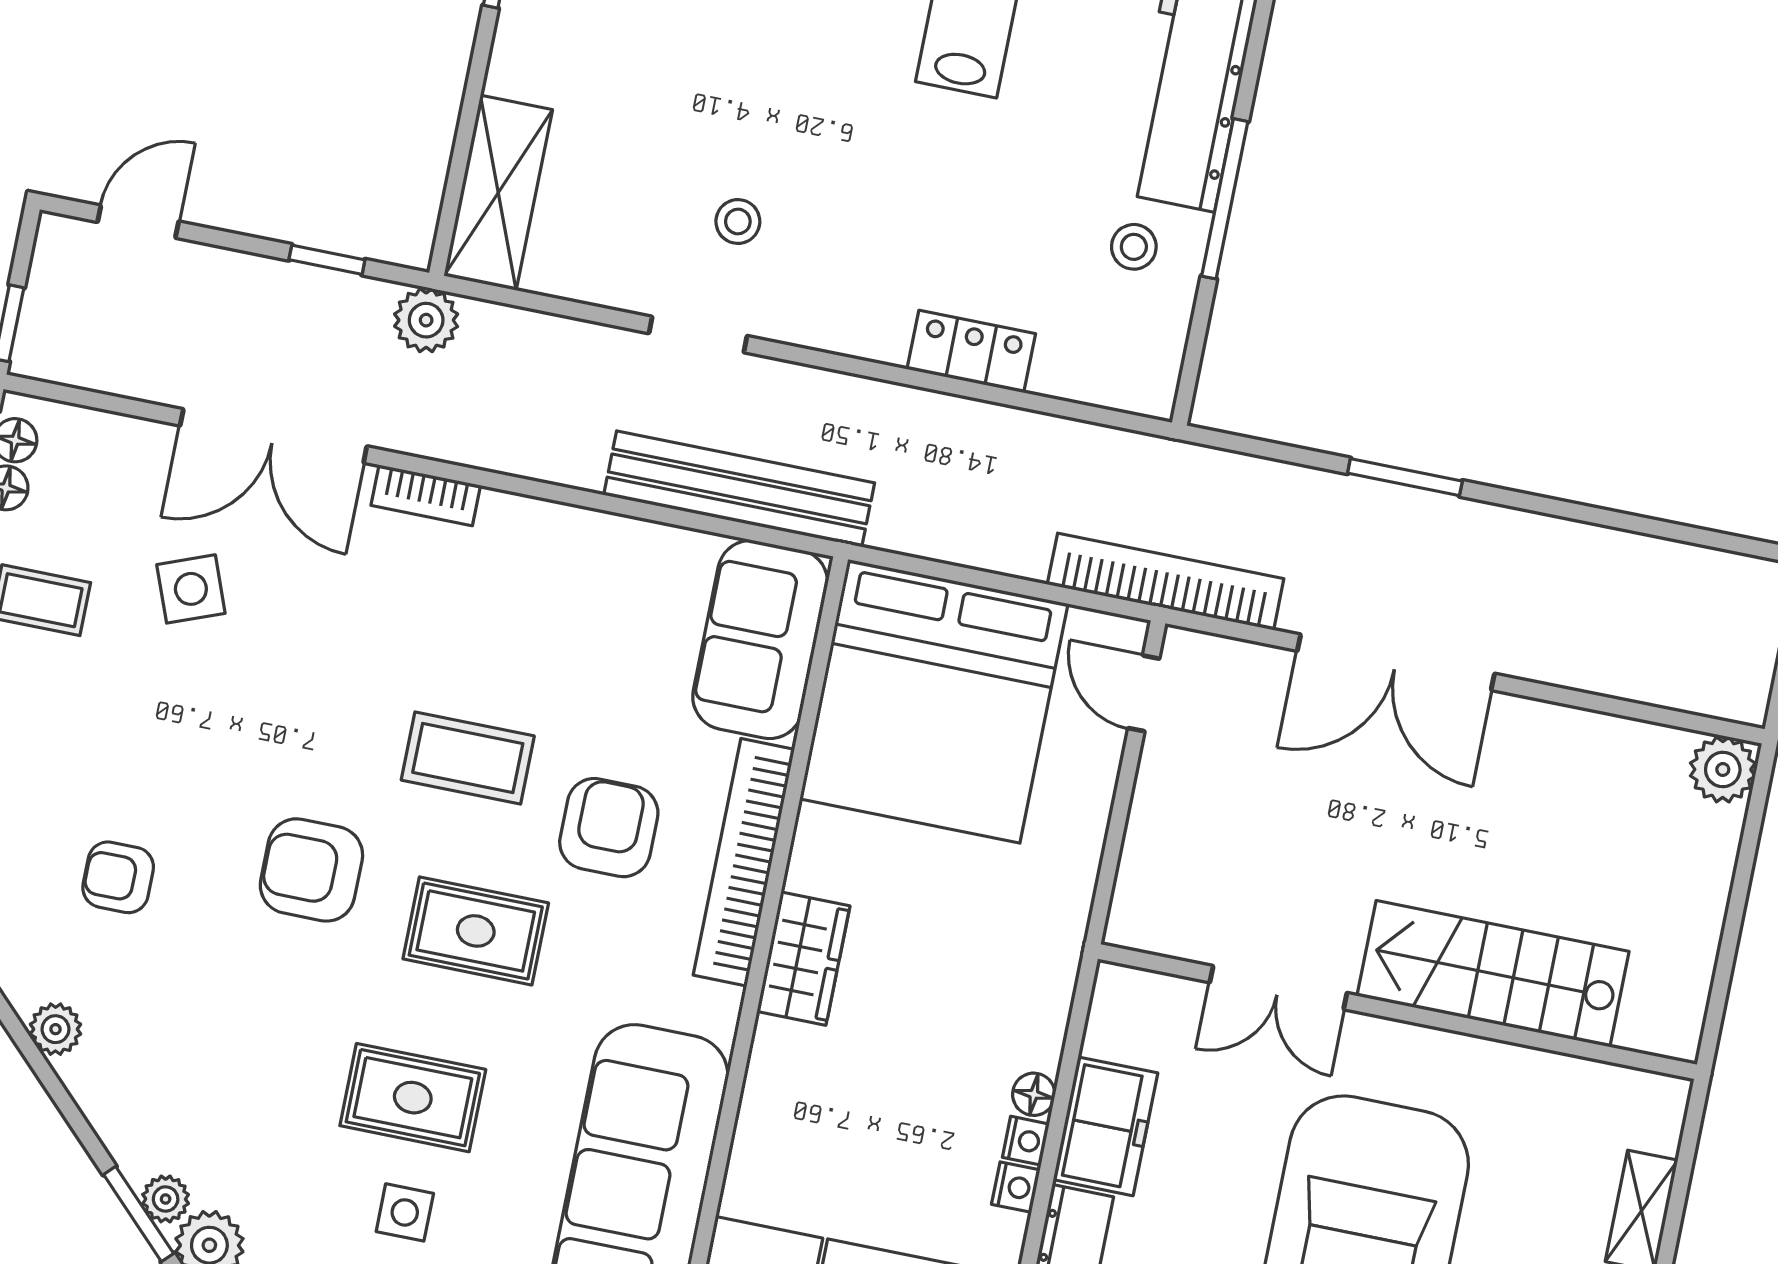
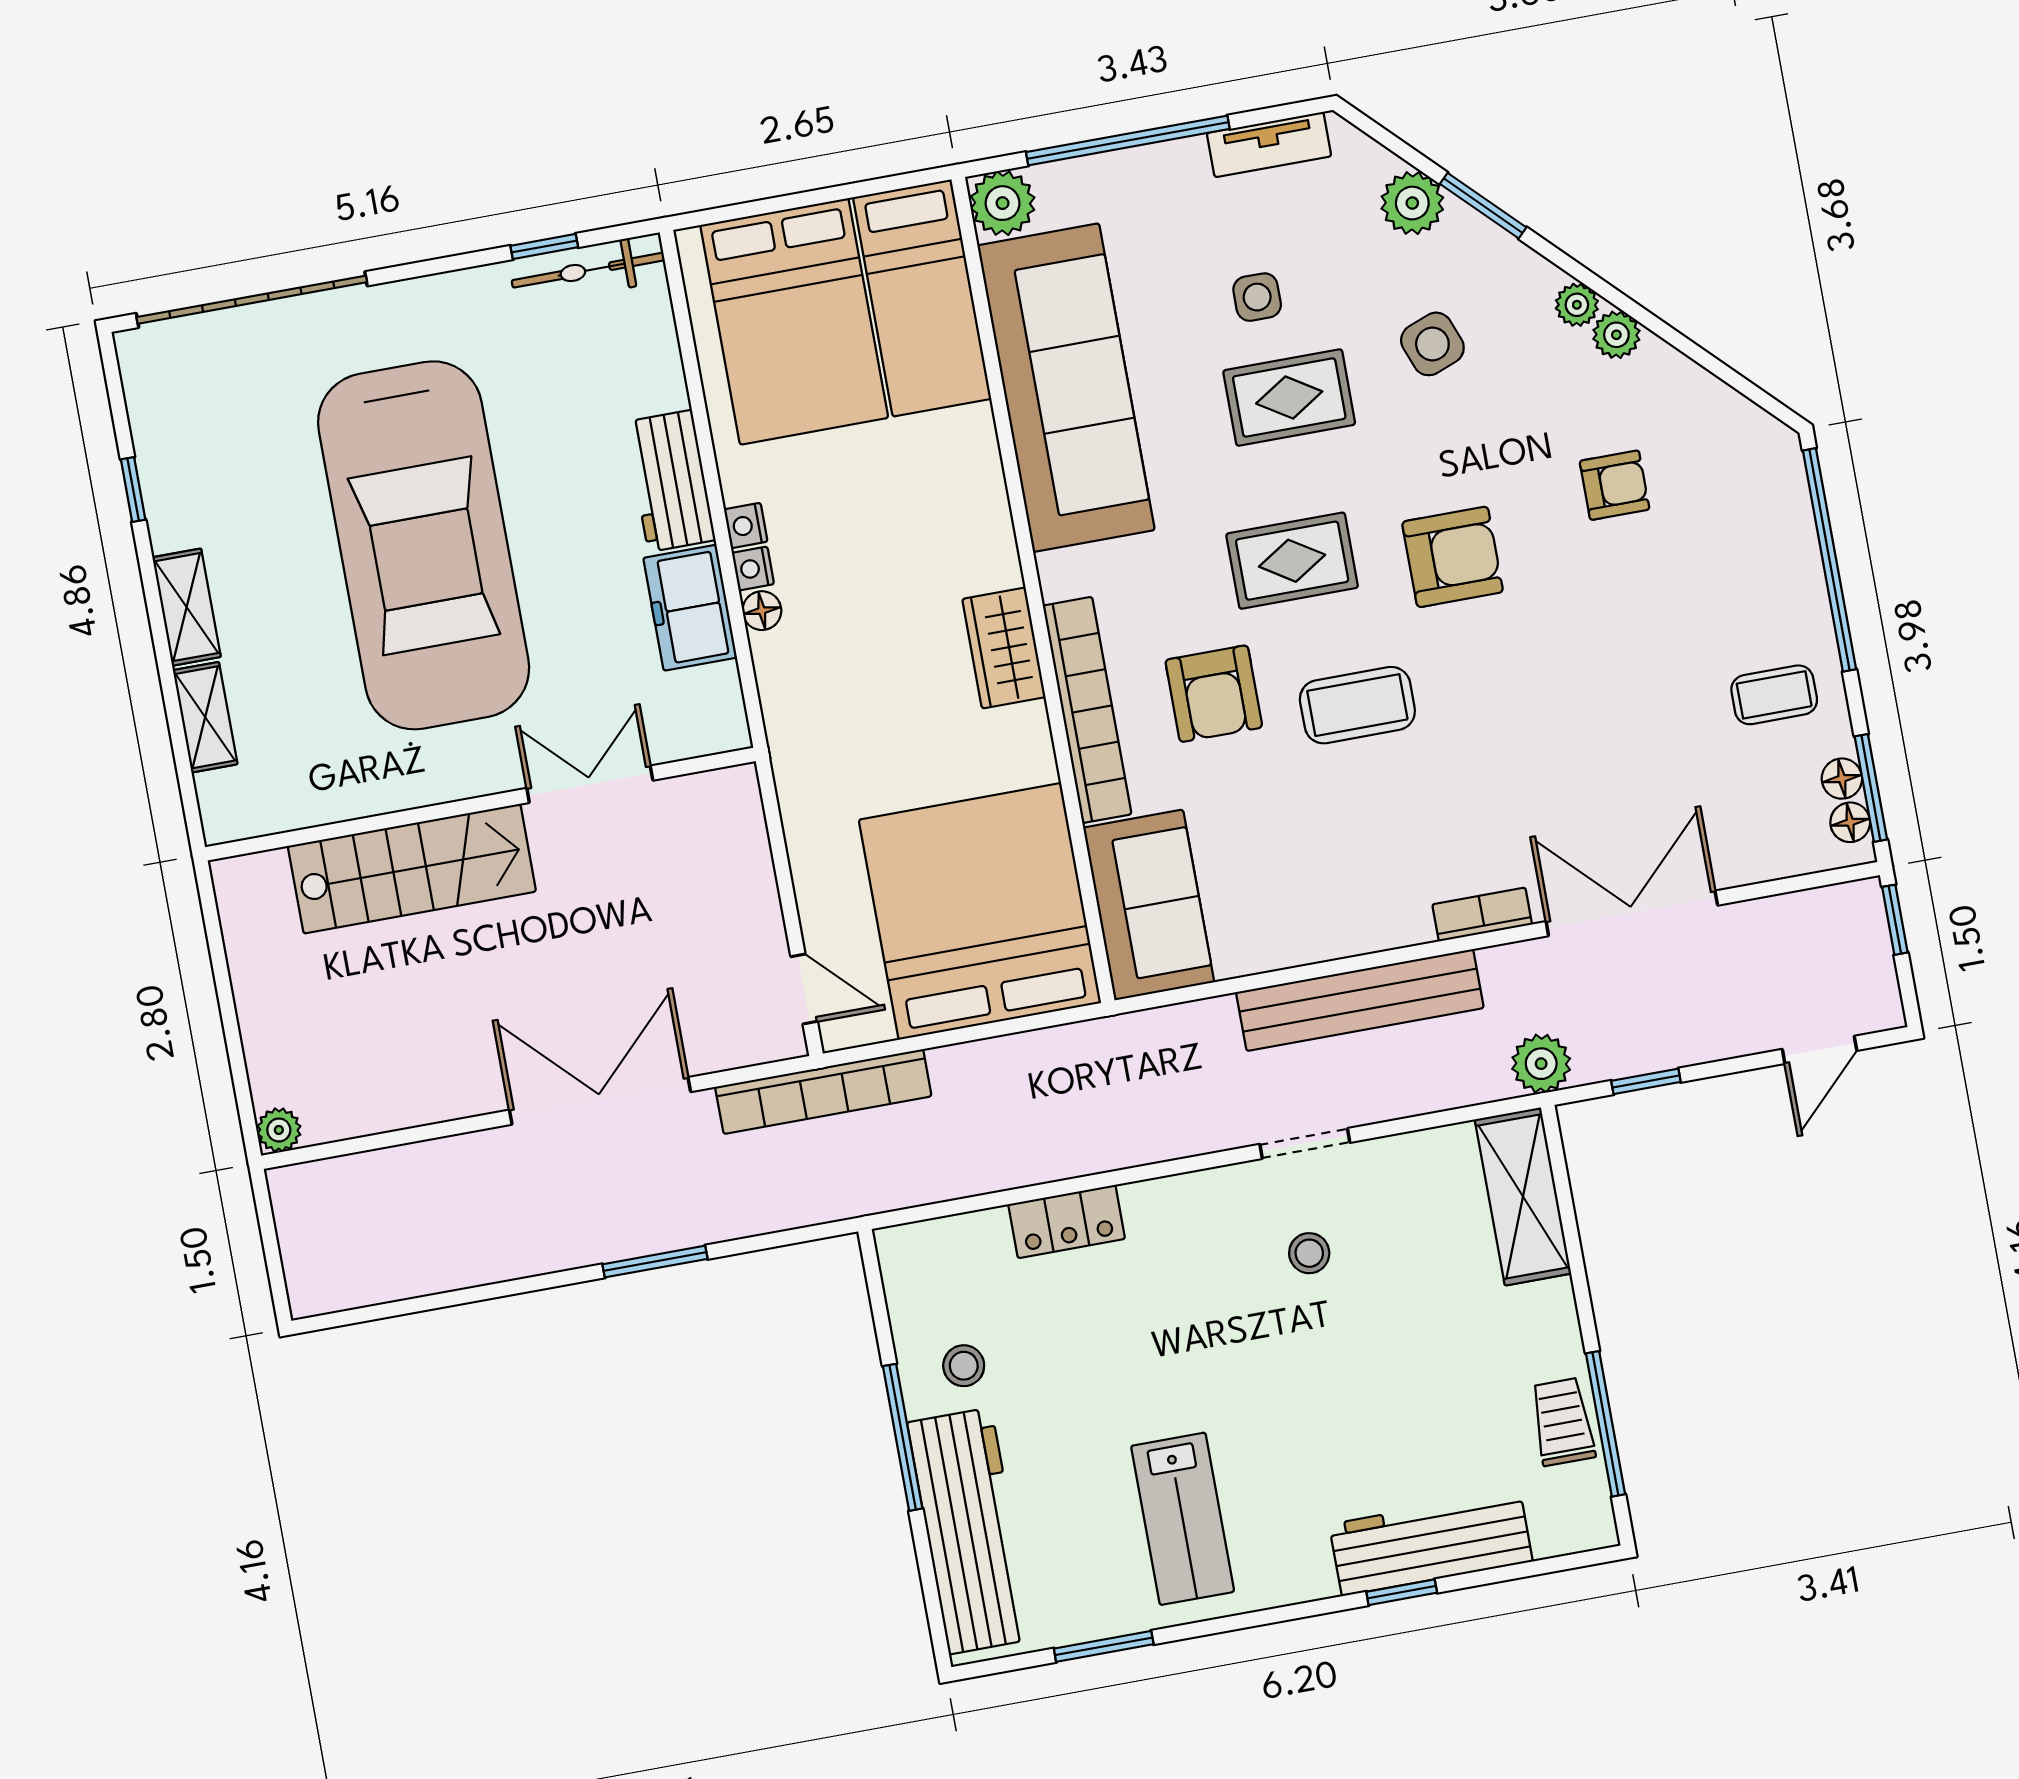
bench: (739, 489) -> (1360, 1000), moved
side table: (191, 589) -> (1432, 344), moved
plant: (1723, 769) -> (279, 1130), width x0.73, depth x0.73
plant: (166, 1199) -> (1577, 305), moved

